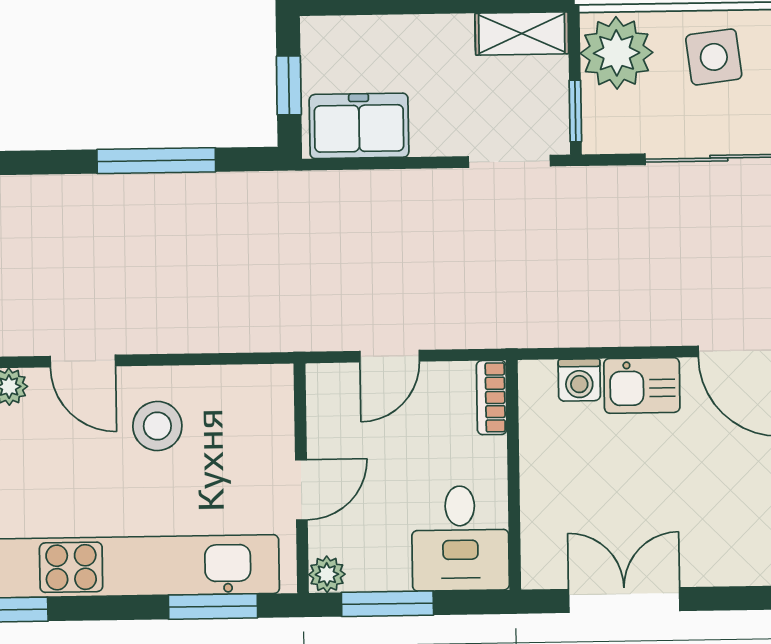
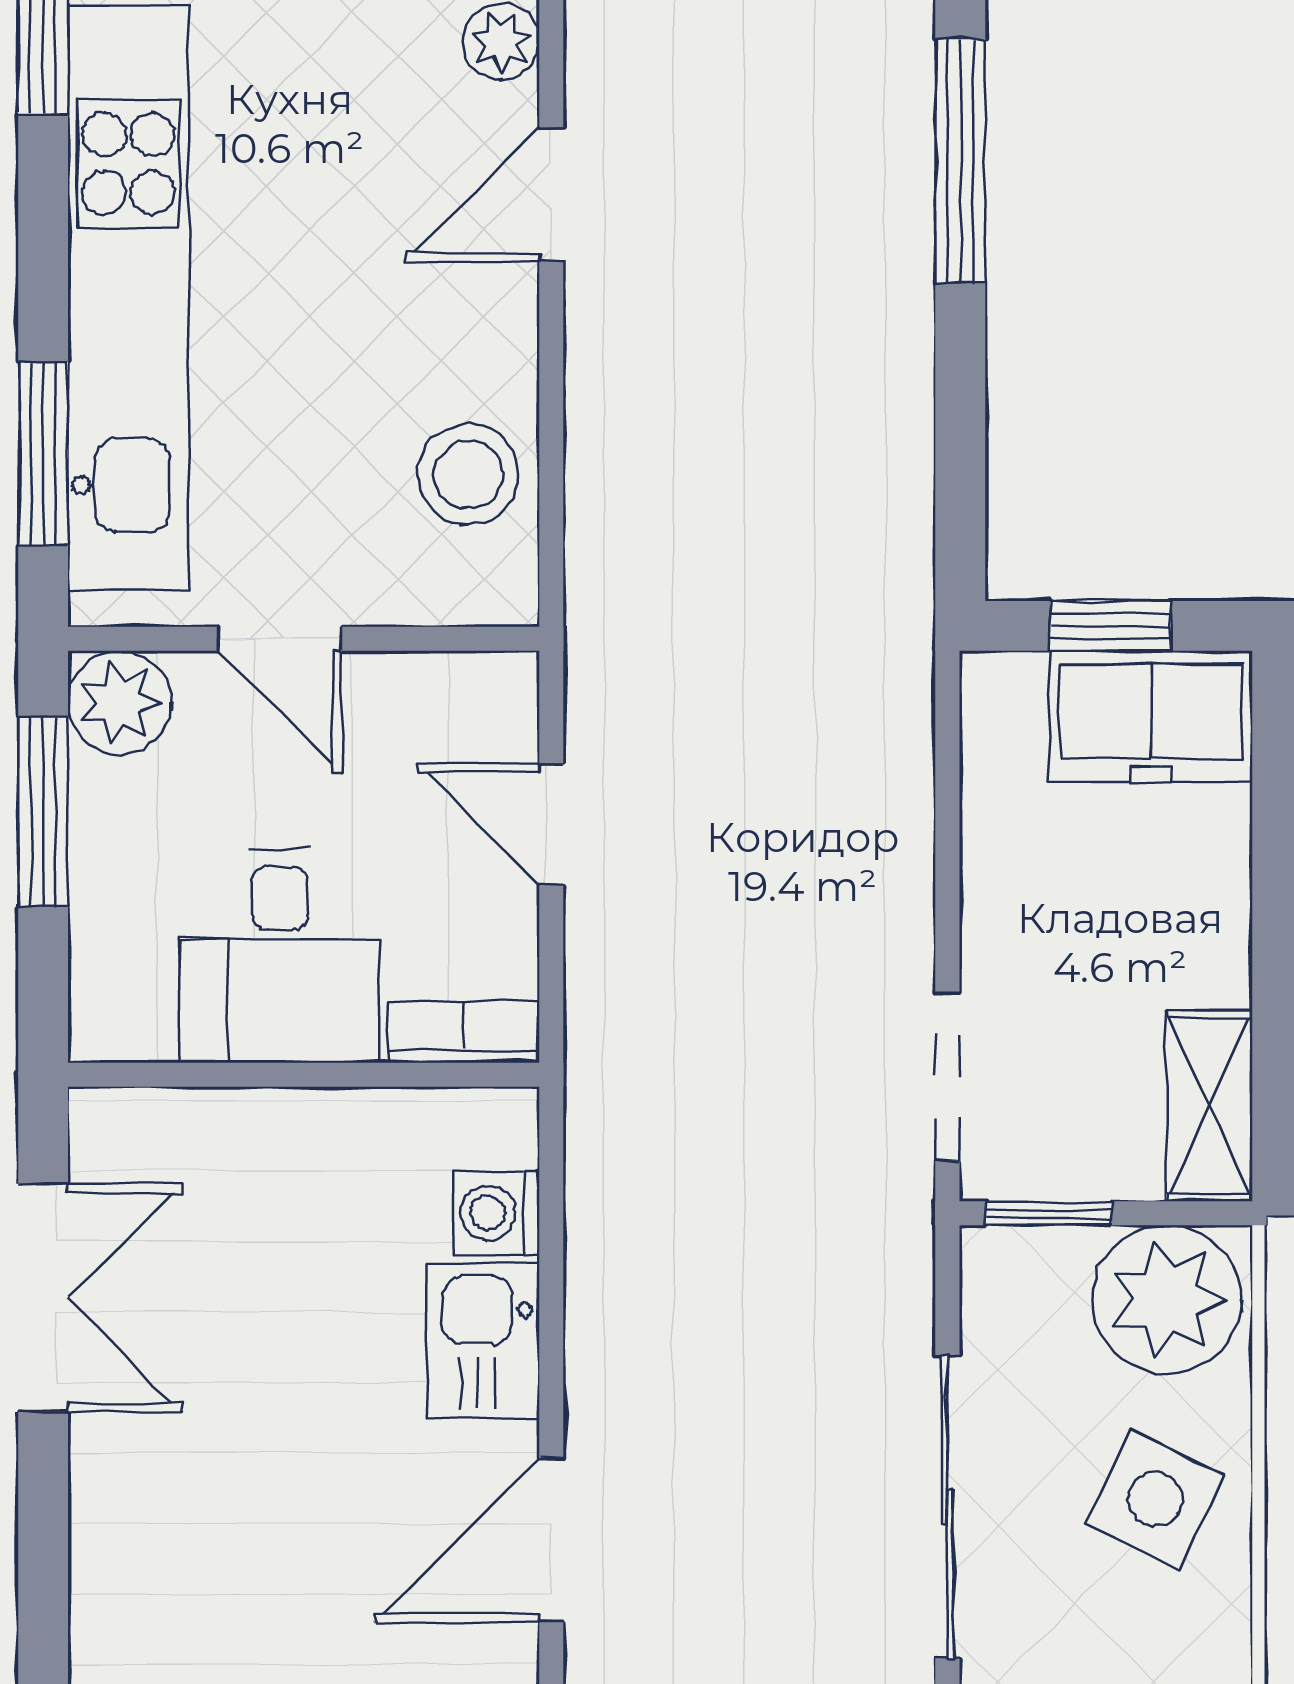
side table: (714, 57) -> (1155, 1499), turned 33
freezer: (359, 126) -> (1151, 717), moved, turned 90
window: (156, 161) -> (960, 161), moved
stool: (157, 426) -> (468, 474), moved
desk: (460, 538) -> (280, 956), moved, turned -90
plant: (327, 574) -> (120, 702), width x1.38, depth x1.38

